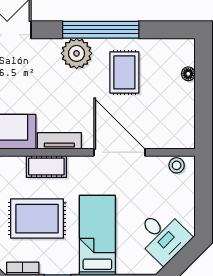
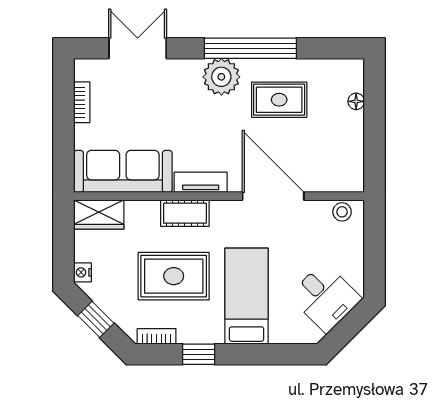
rug: (124, 72) -> (279, 100), turned 90

